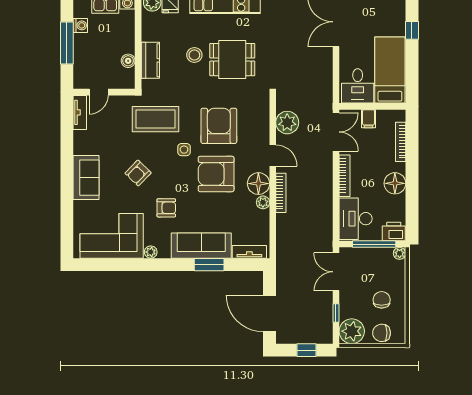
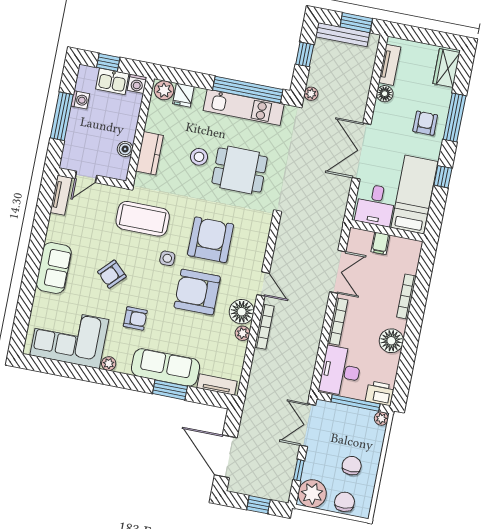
bed: (390, 70) -> (414, 195), moved
desk: (358, 86) -> (376, 205), moved
wall: (372, 106) -> (387, 231), moved
filing cabinet: (368, 119) -> (380, 243), moved
plant: (287, 123) -> (286, 251), removed
chair: (382, 333) -> (344, 502), turned 85

